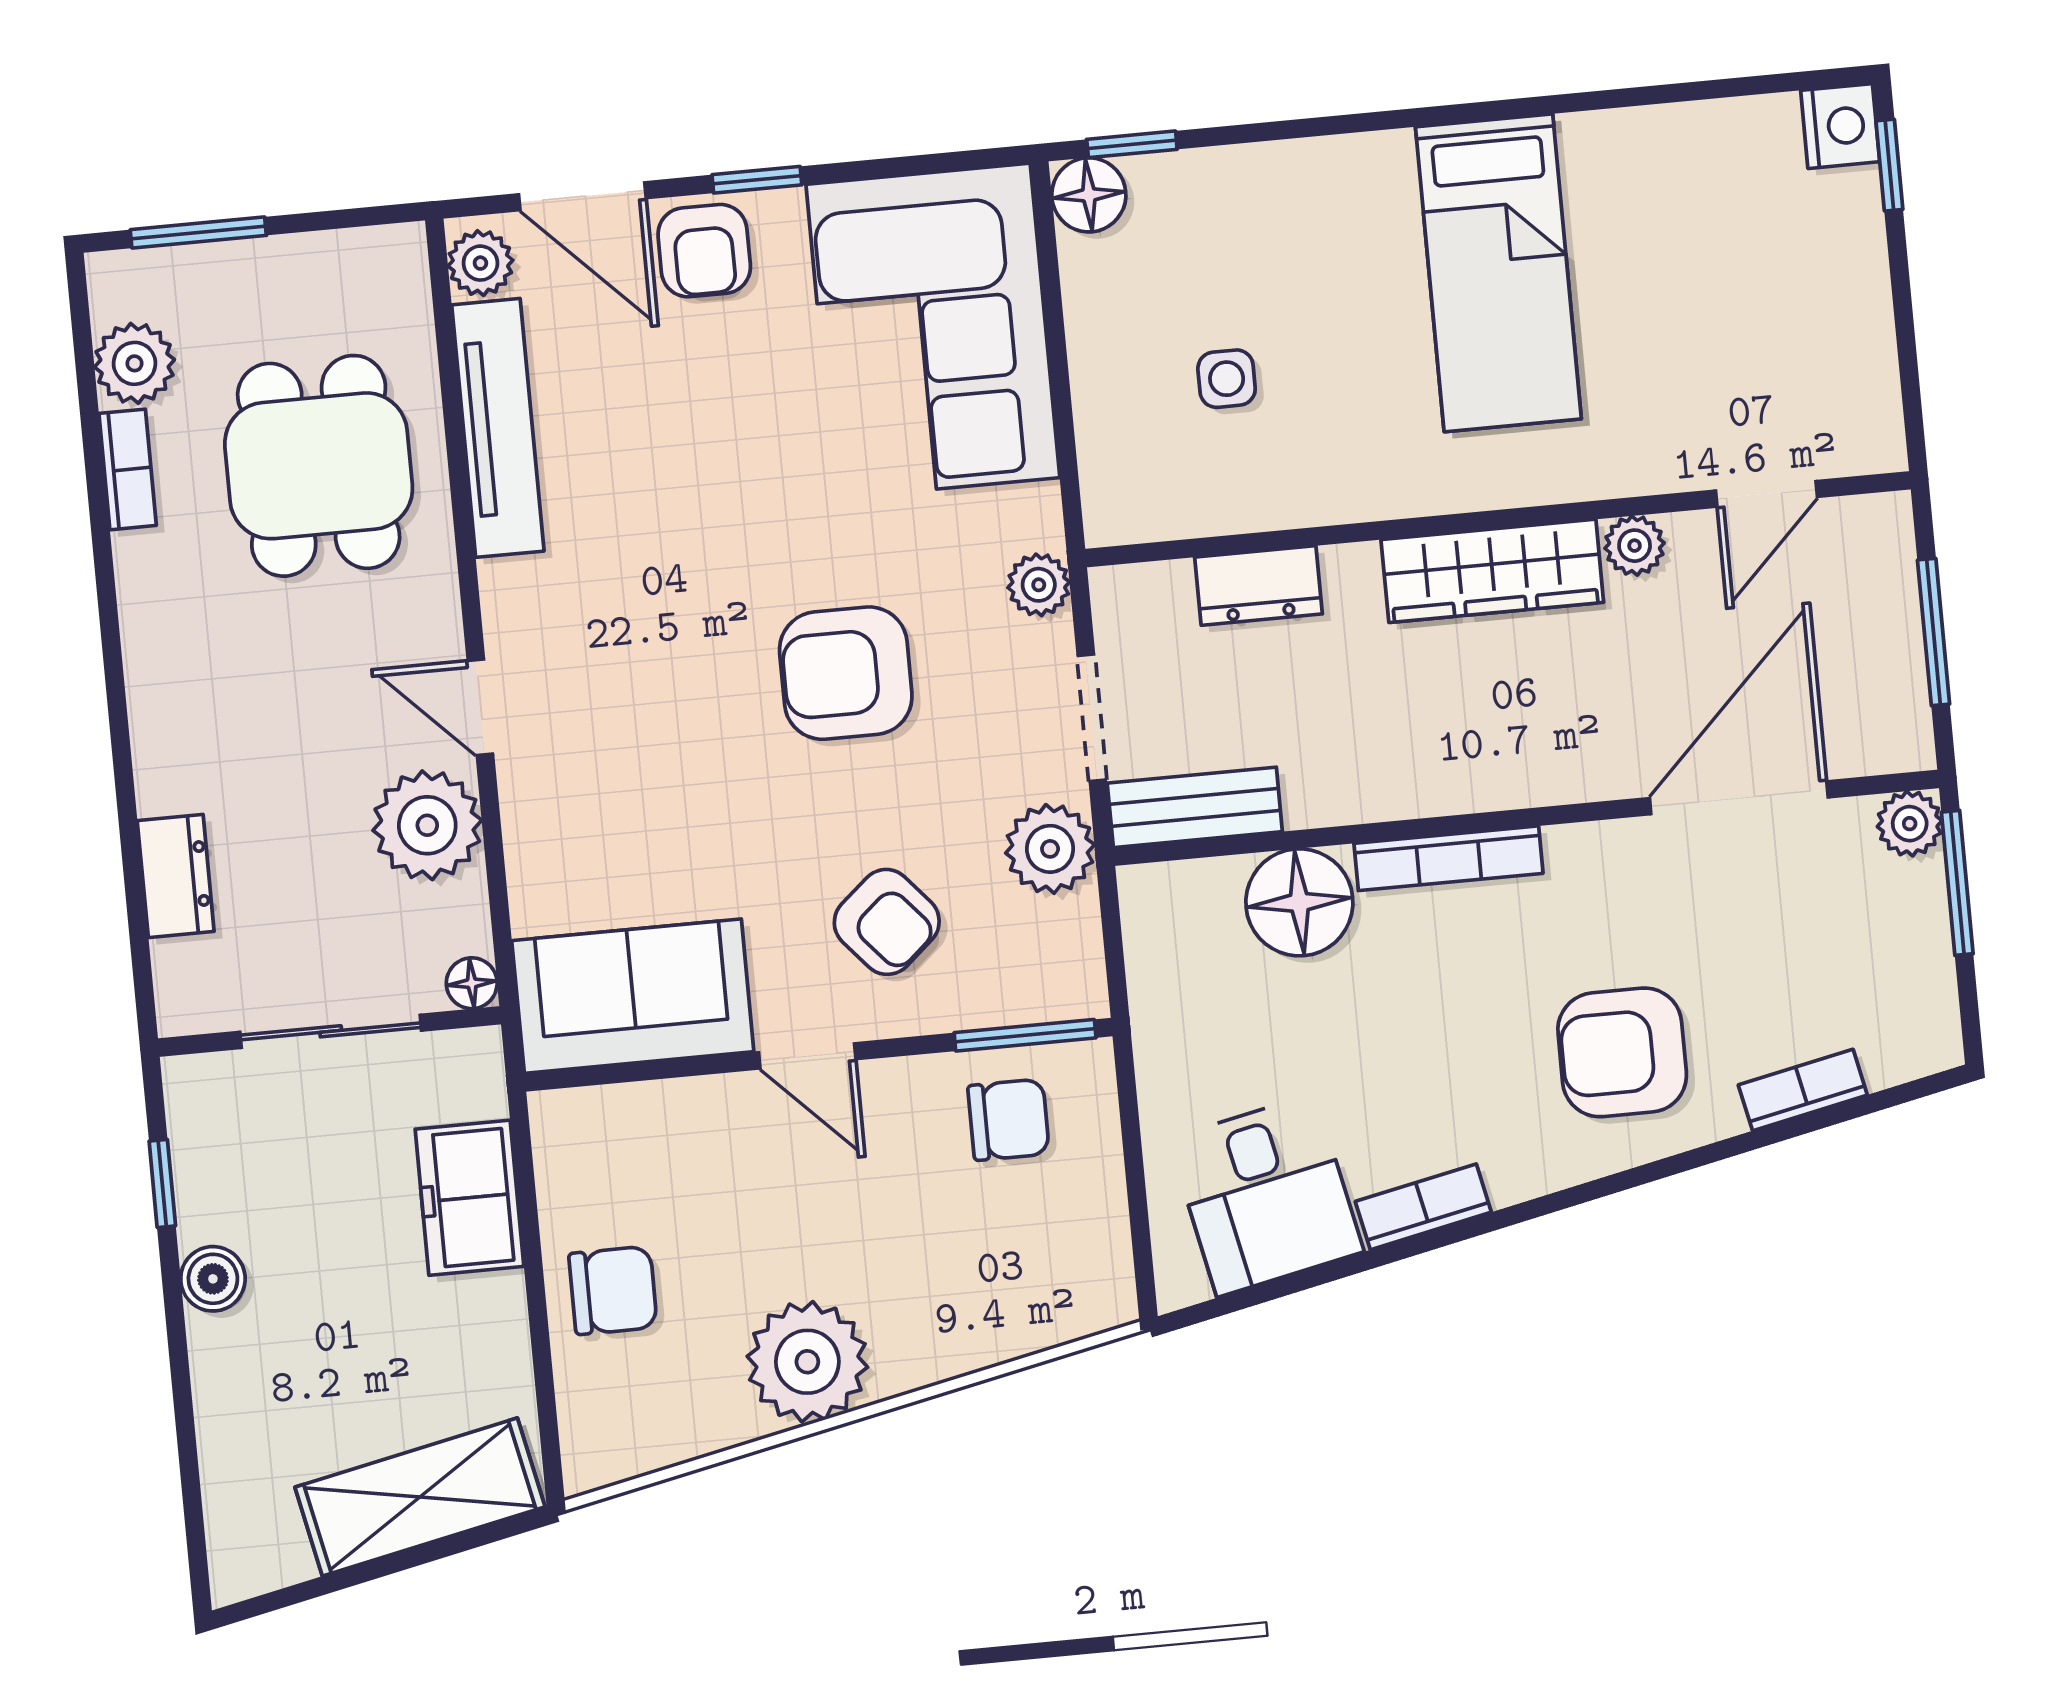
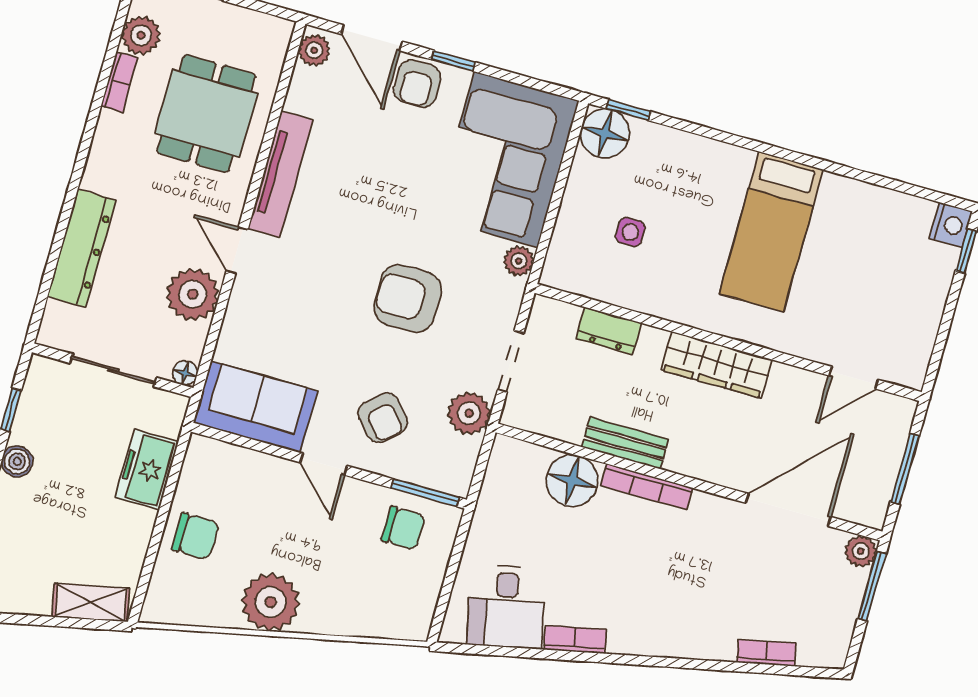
floor lamp: (1089, 195) -> (605, 134), width x1.38, depth x1.38
tv unit: (498, 428) -> (280, 174), moved
plant: (1635, 546) -> (785, 378), removed
plant: (1039, 585) -> (519, 261), moved
bench: (1195, 807) -> (625, 443), moved
dresser: (176, 876) -> (82, 248), width x1.96, depth x1.24
armchair: (1622, 1052) -> (691, 604), removed
shelving: (420, 1497) -> (91, 603), width x0.67, depth x0.75

